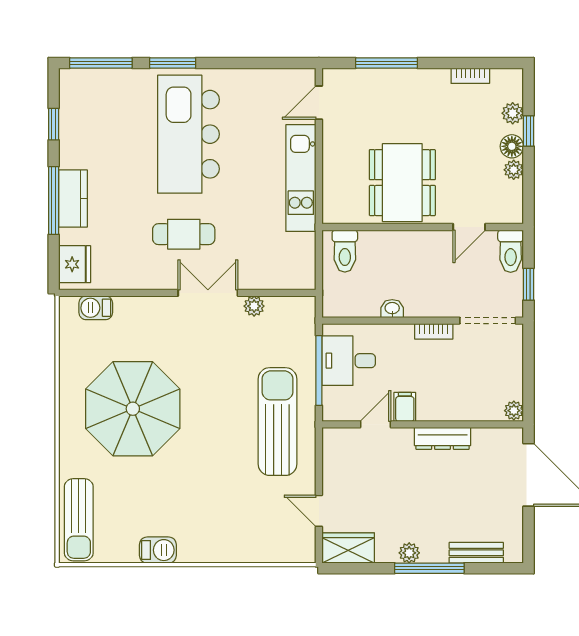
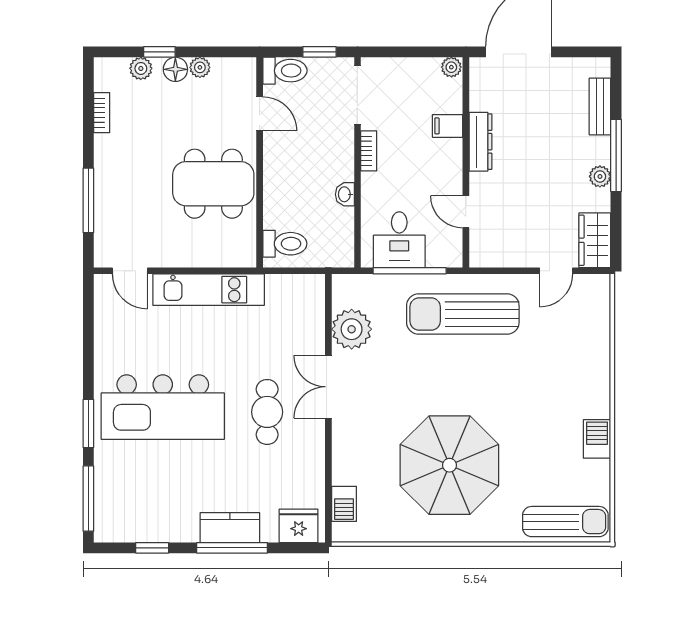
plant: (254, 306) -> (352, 329), width x1.88, depth x1.88
filing cabinet: (405, 407) -> (448, 126), moved

